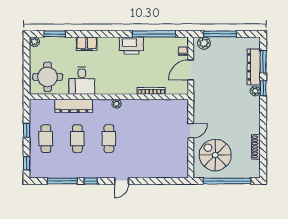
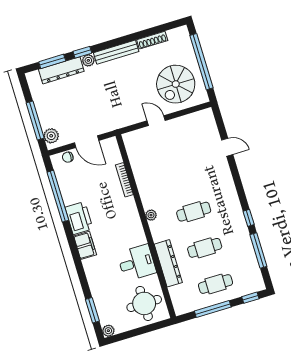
filing cabinet: (87, 44) -> (85, 245), moved
bench: (255, 115) -> (116, 52), added
window: (27, 130) -> (213, 309), width x2.17
door: (122, 181) -> (227, 147), moved

